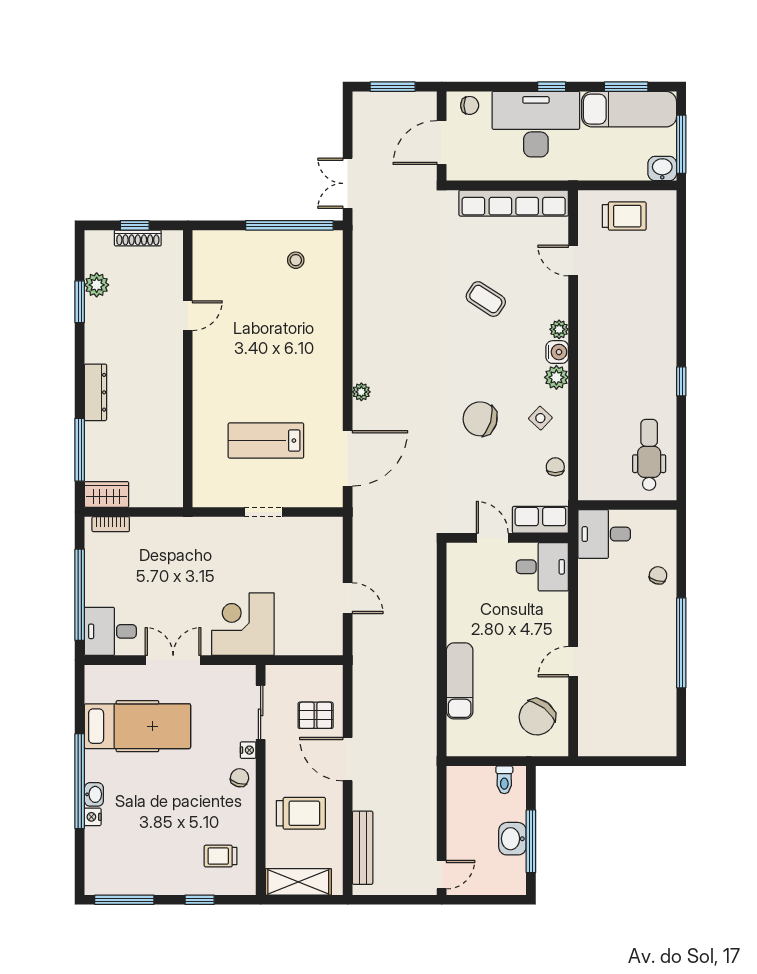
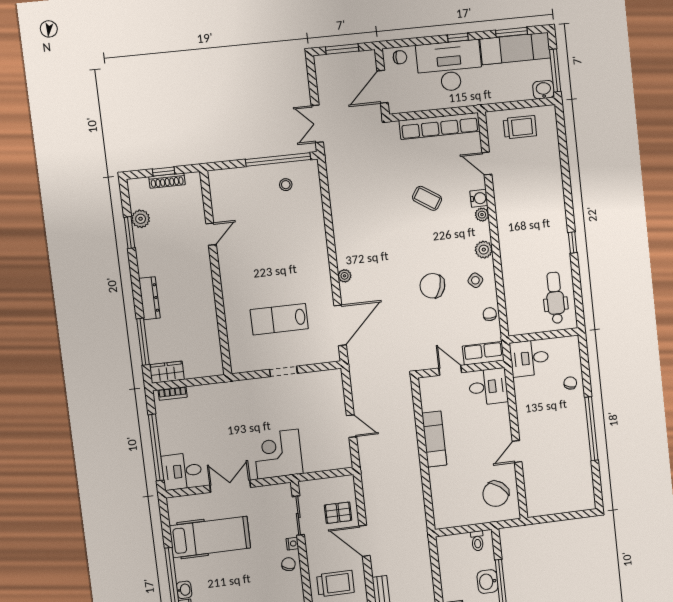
water cooler: (557, 352) -> (479, 198), moved
exam couch: (460, 681) -> (434, 439), moved

